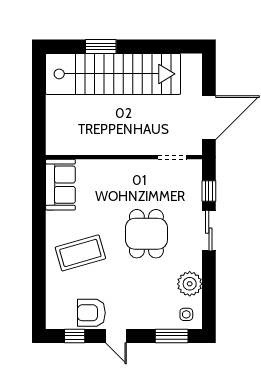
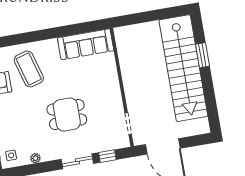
sofa: (60, 185) -> (86, 44), width x1.36
coffee table: (80, 253) -> (29, 69), moved
plant: (190, 284) -> (35, 158), width x0.53, depth x0.53

